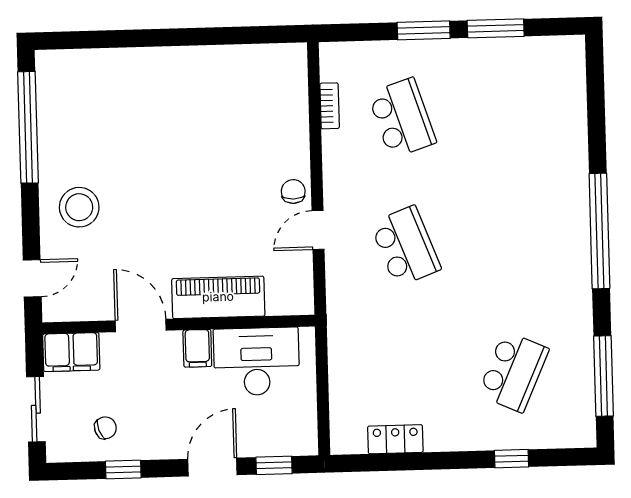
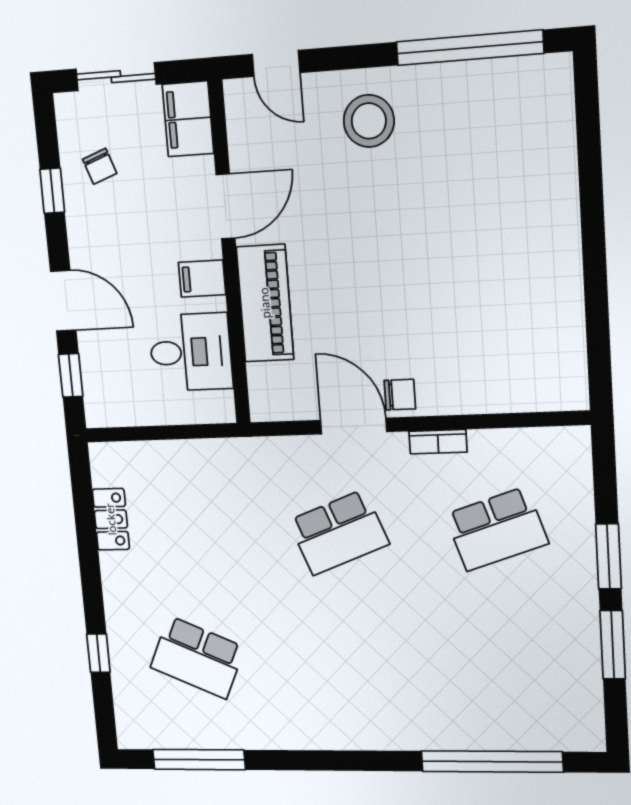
bookcase: (330, 106) -> (438, 442), moved
door: (318, 230) -> (353, 426), width x1.38
window: (599, 231) -> (492, 762), moved
desk: (256, 361) -> (191, 352), width x0.73

